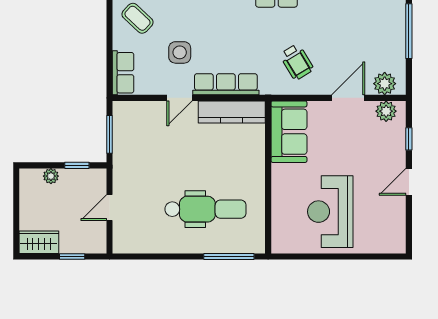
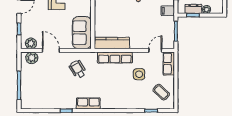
door: (180, 98) -> (155, 50), moved
door: (348, 98) -> (51, 50), swing flipped
filing cabinet: (125, 174) -> (168, 11), added
dresser: (76, 177) -> (193, 9), added

